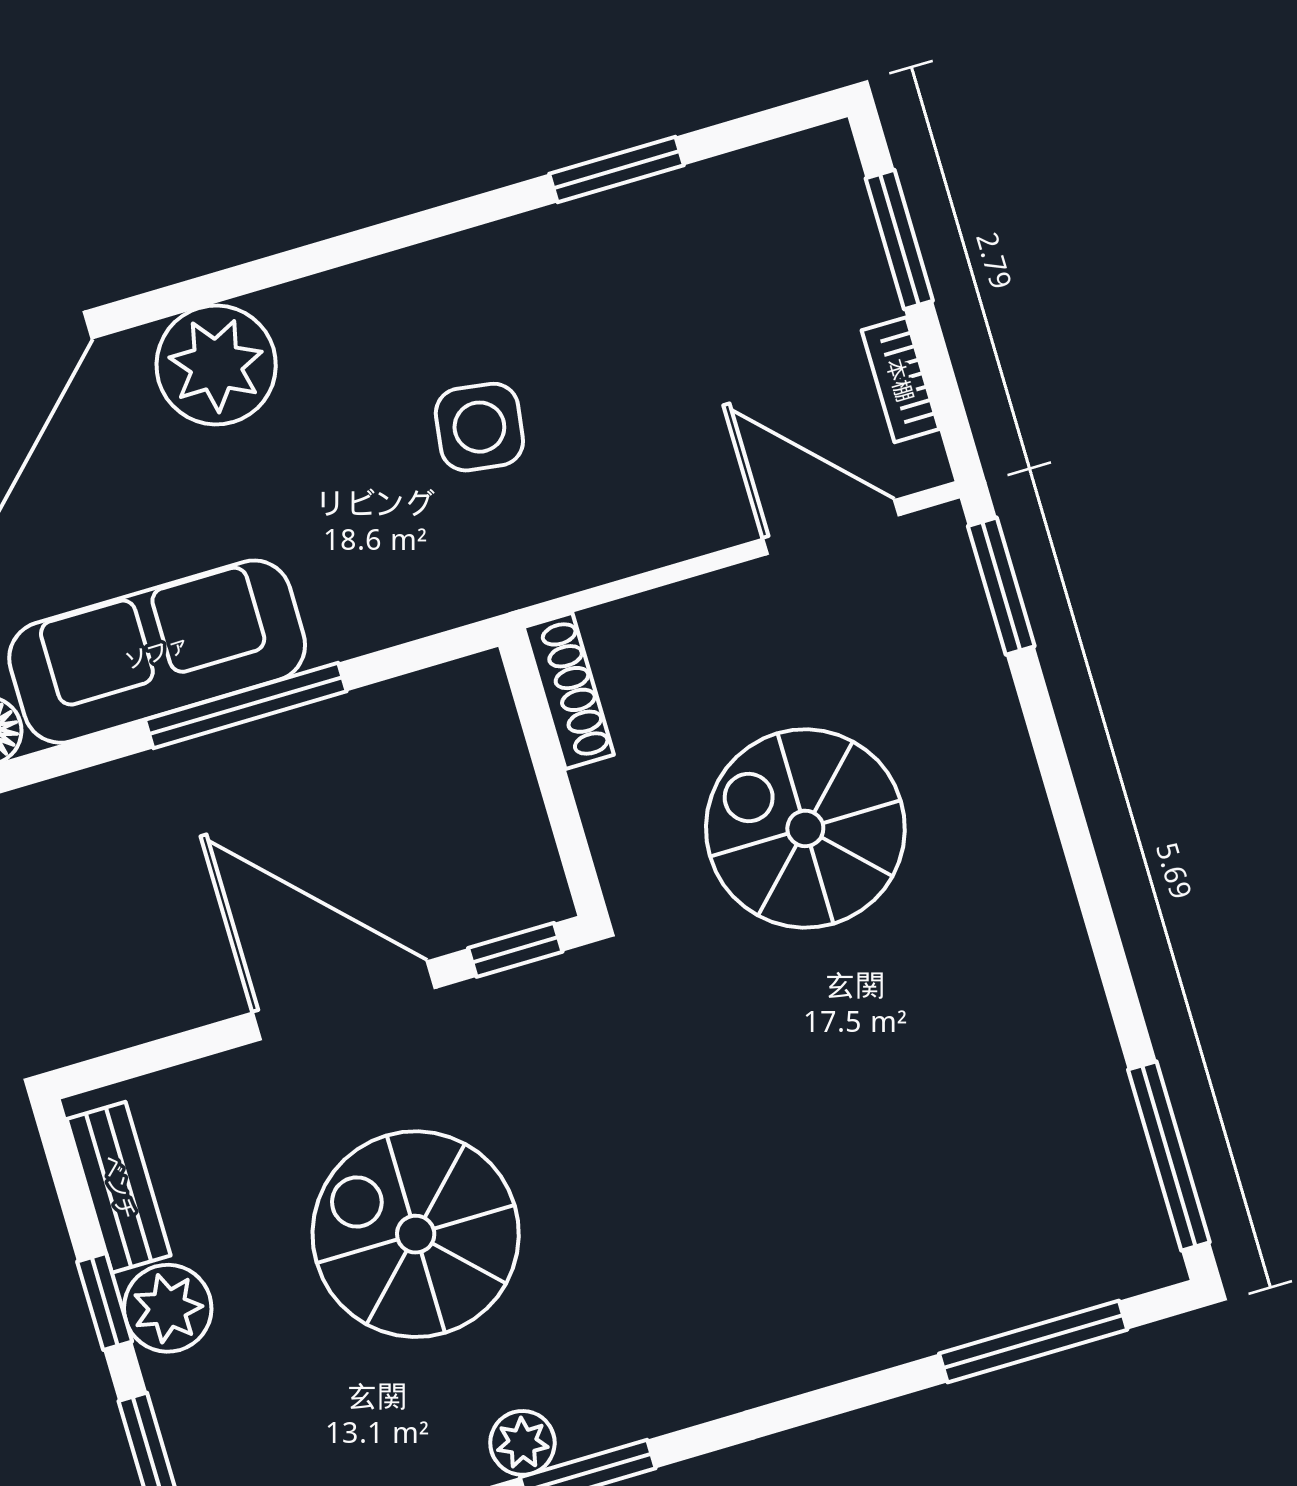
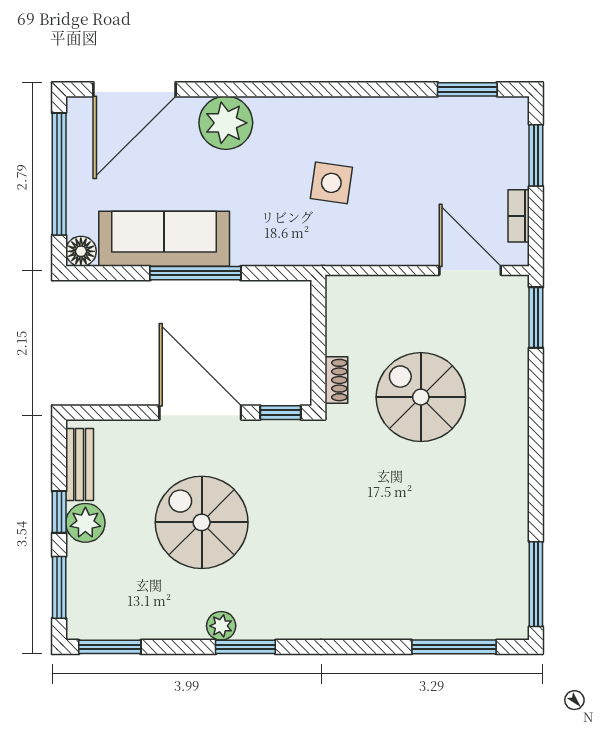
window: (616, 169) -> (467, 89), moved
shoe rack: (569, 691) -> (336, 380), moved, width x0.70

